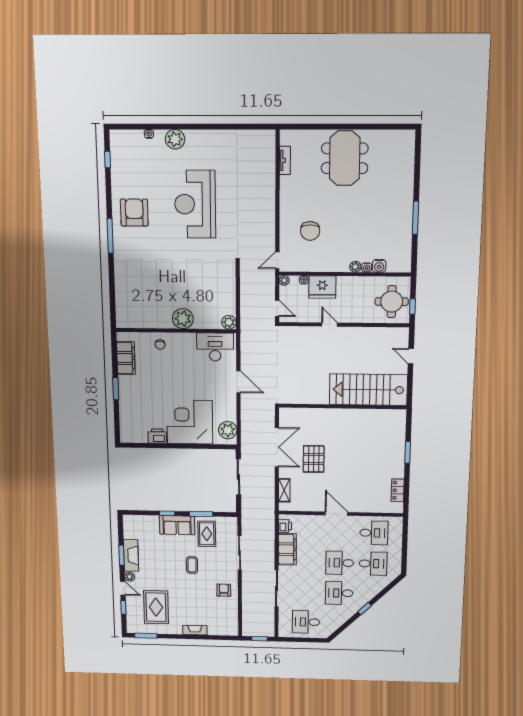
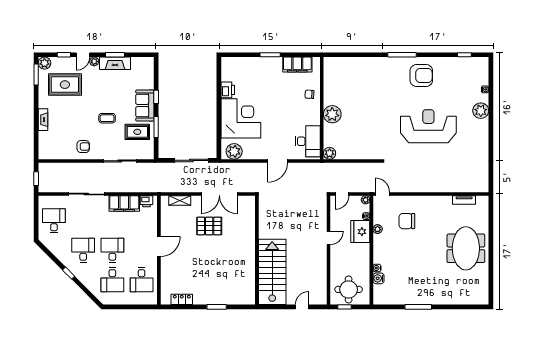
meeting table: (345, 158) -> (466, 248), turned 90
plant: (355, 267) -> (378, 229), moved
plant: (133, 627) -> (44, 63), added

